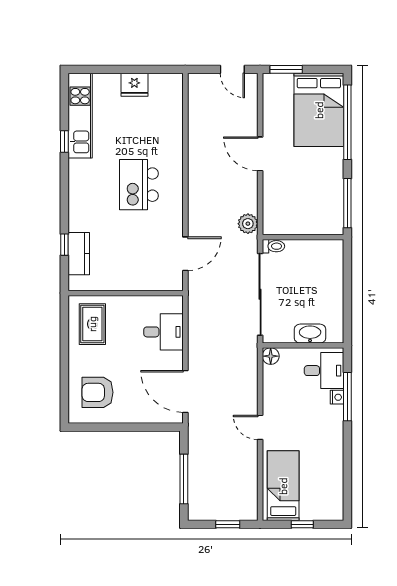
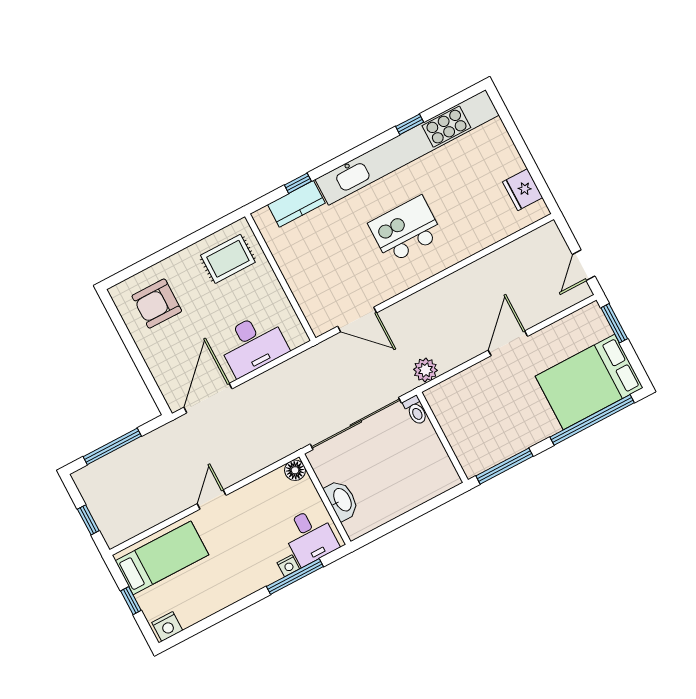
fridge: (134, 85) -> (523, 190), moved
kitchen unit: (80, 116) -> (407, 147), width x1.86
desk: (164, 332) -> (253, 344), width x1.37
armchair: (98, 392) -> (157, 304), turned -90
nightstand: (335, 508) -> (167, 626), added

